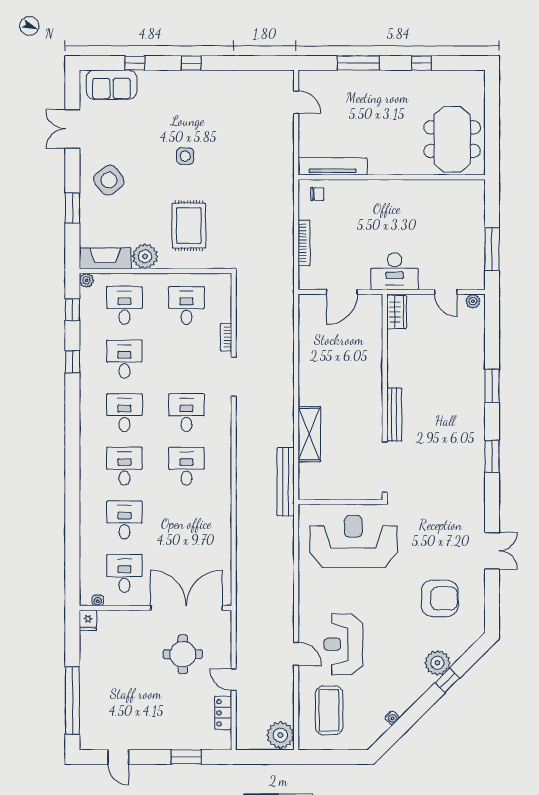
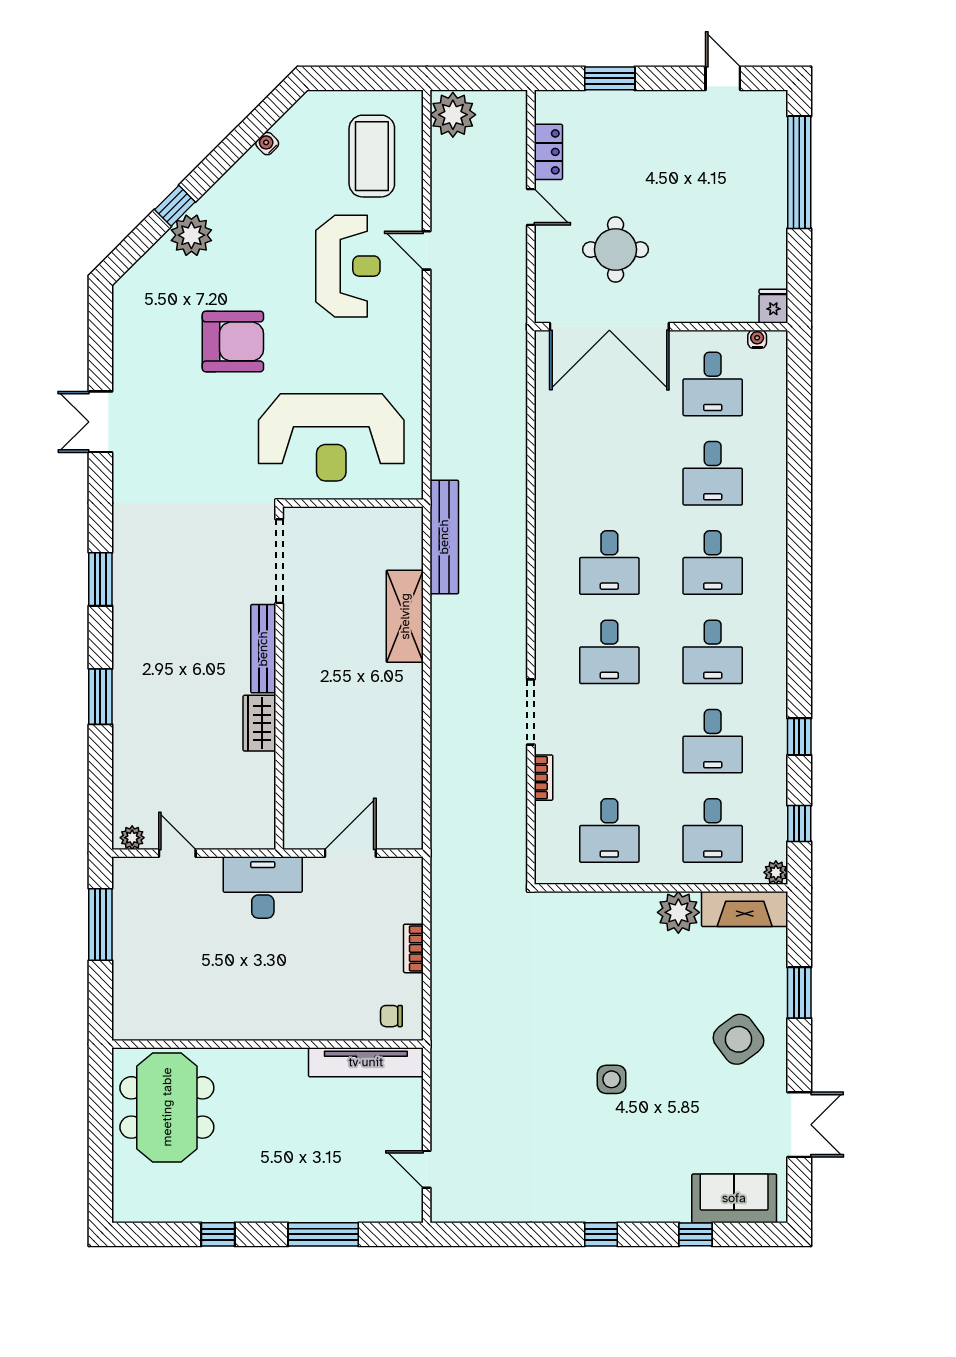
rug: (189, 226) -> (605, 963), removed
bookcase: (304, 243) -> (413, 948), width x0.64
wardrobe: (397, 312) -> (259, 723), moved
armchair: (440, 598) -> (233, 341), moved, turned 180

